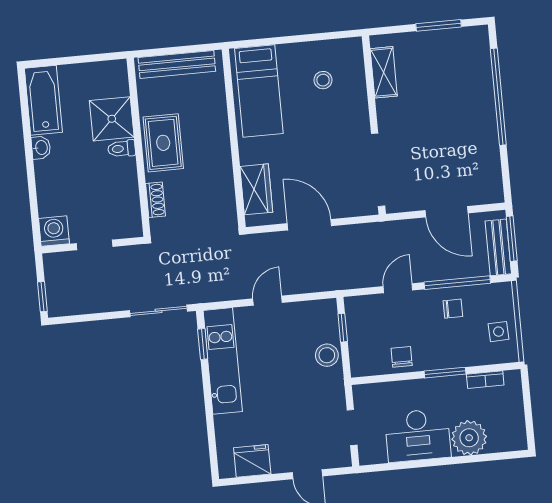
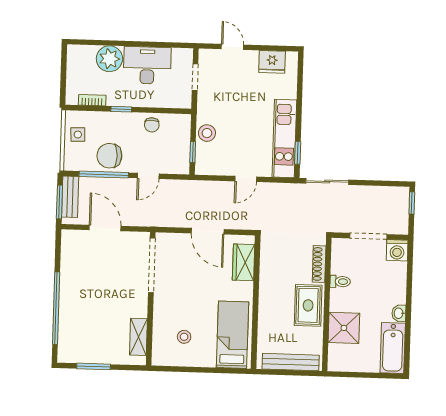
toilet: (122, 149) -> (340, 282), moved
shoe rack: (156, 200) -> (319, 264), width x1.43
doorway: (95, 245) -> (368, 236), width x1.38
chair: (453, 309) -> (109, 156), width x1.87, depth x1.87
window: (445, 373) -> (121, 109), width x0.67

